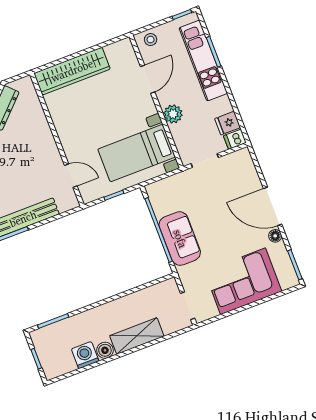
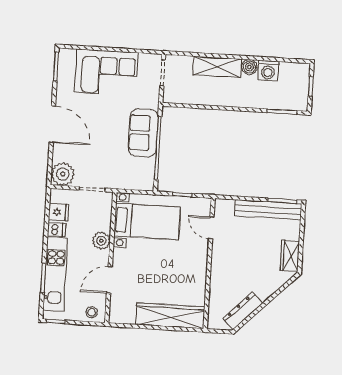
dishwasher: (235, 139) -> (57, 230), moved
plant: (240, 162) -> (63, 174), added
floor lamp: (275, 236) -> (62, 98), removed

